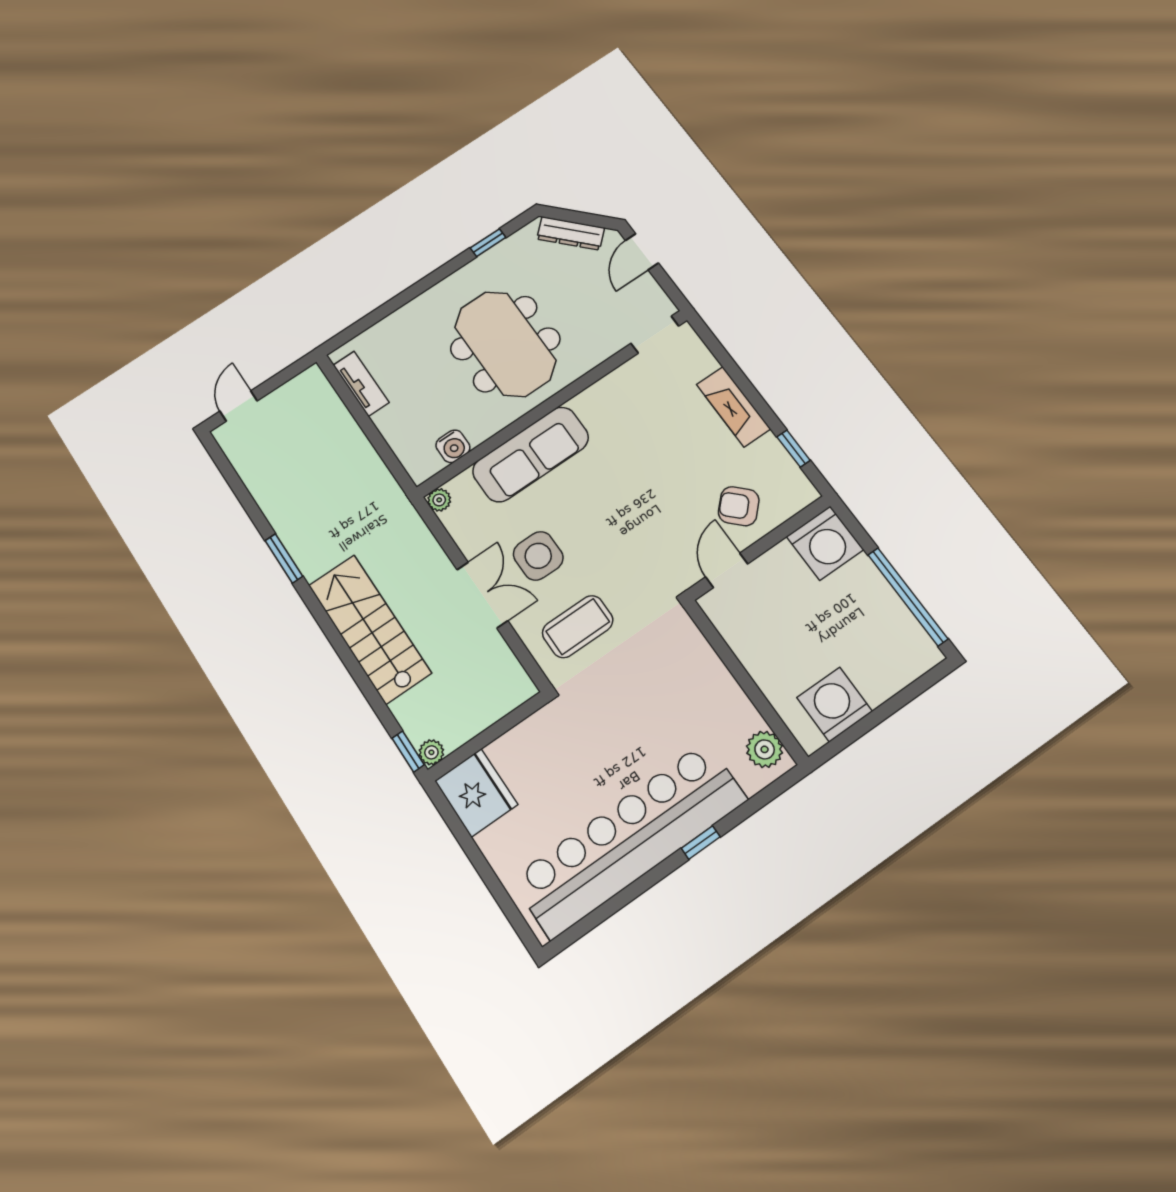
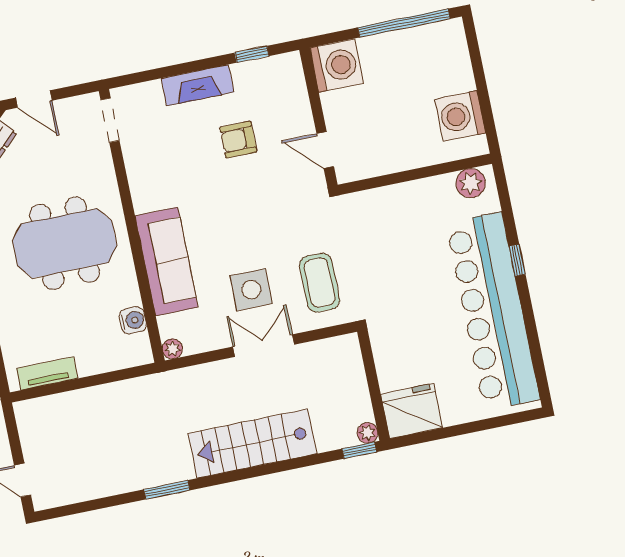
armchair: (739, 506) -> (238, 140), moved, turned 45

